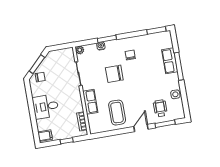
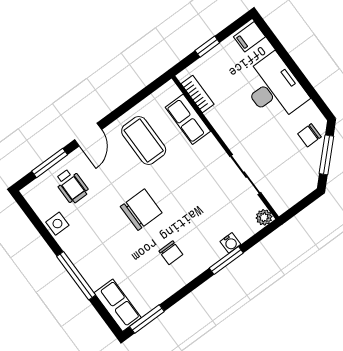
row of seats: (170, 61) -> (118, 305), moved
chair: (114, 74) -> (141, 210), moved
row of seats: (90, 102) -> (188, 119), moved
desk: (46, 107) -> (274, 88), width x1.37

